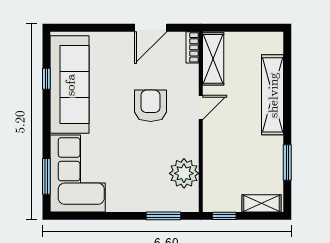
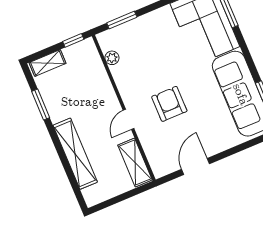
bookcase: (192, 47) -> (155, 165), removed
armchair: (151, 106) -> (169, 104), turned 180
plant: (184, 173) -> (112, 58), width x0.53, depth x0.53

